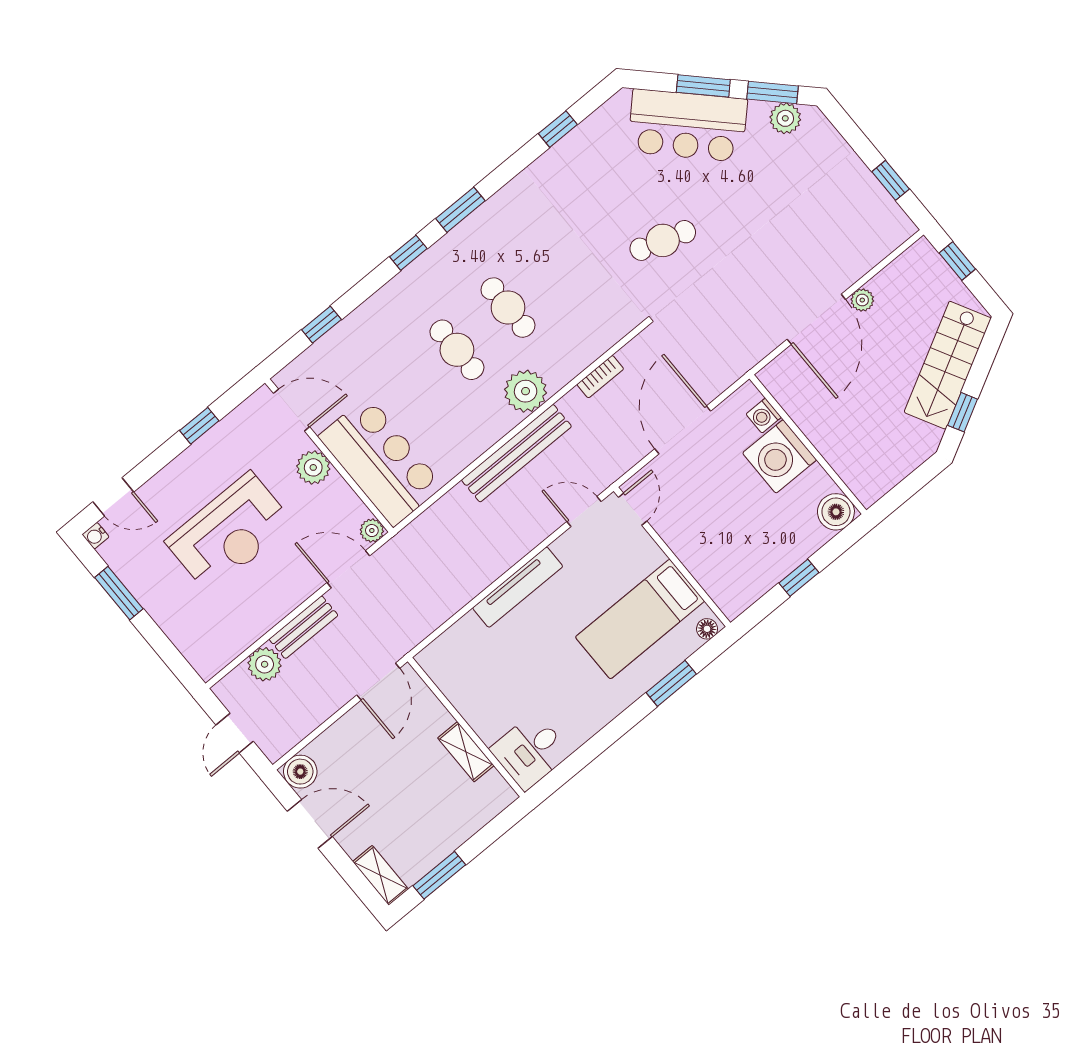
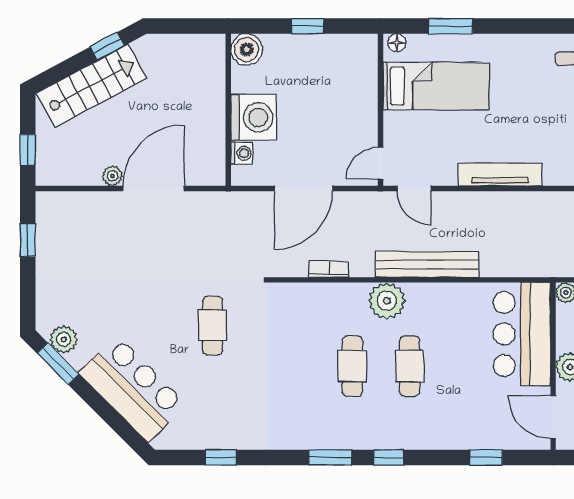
window: (703, 86) -> (100, 406), removed
cafe table: (663, 240) -> (212, 326), turned 72

